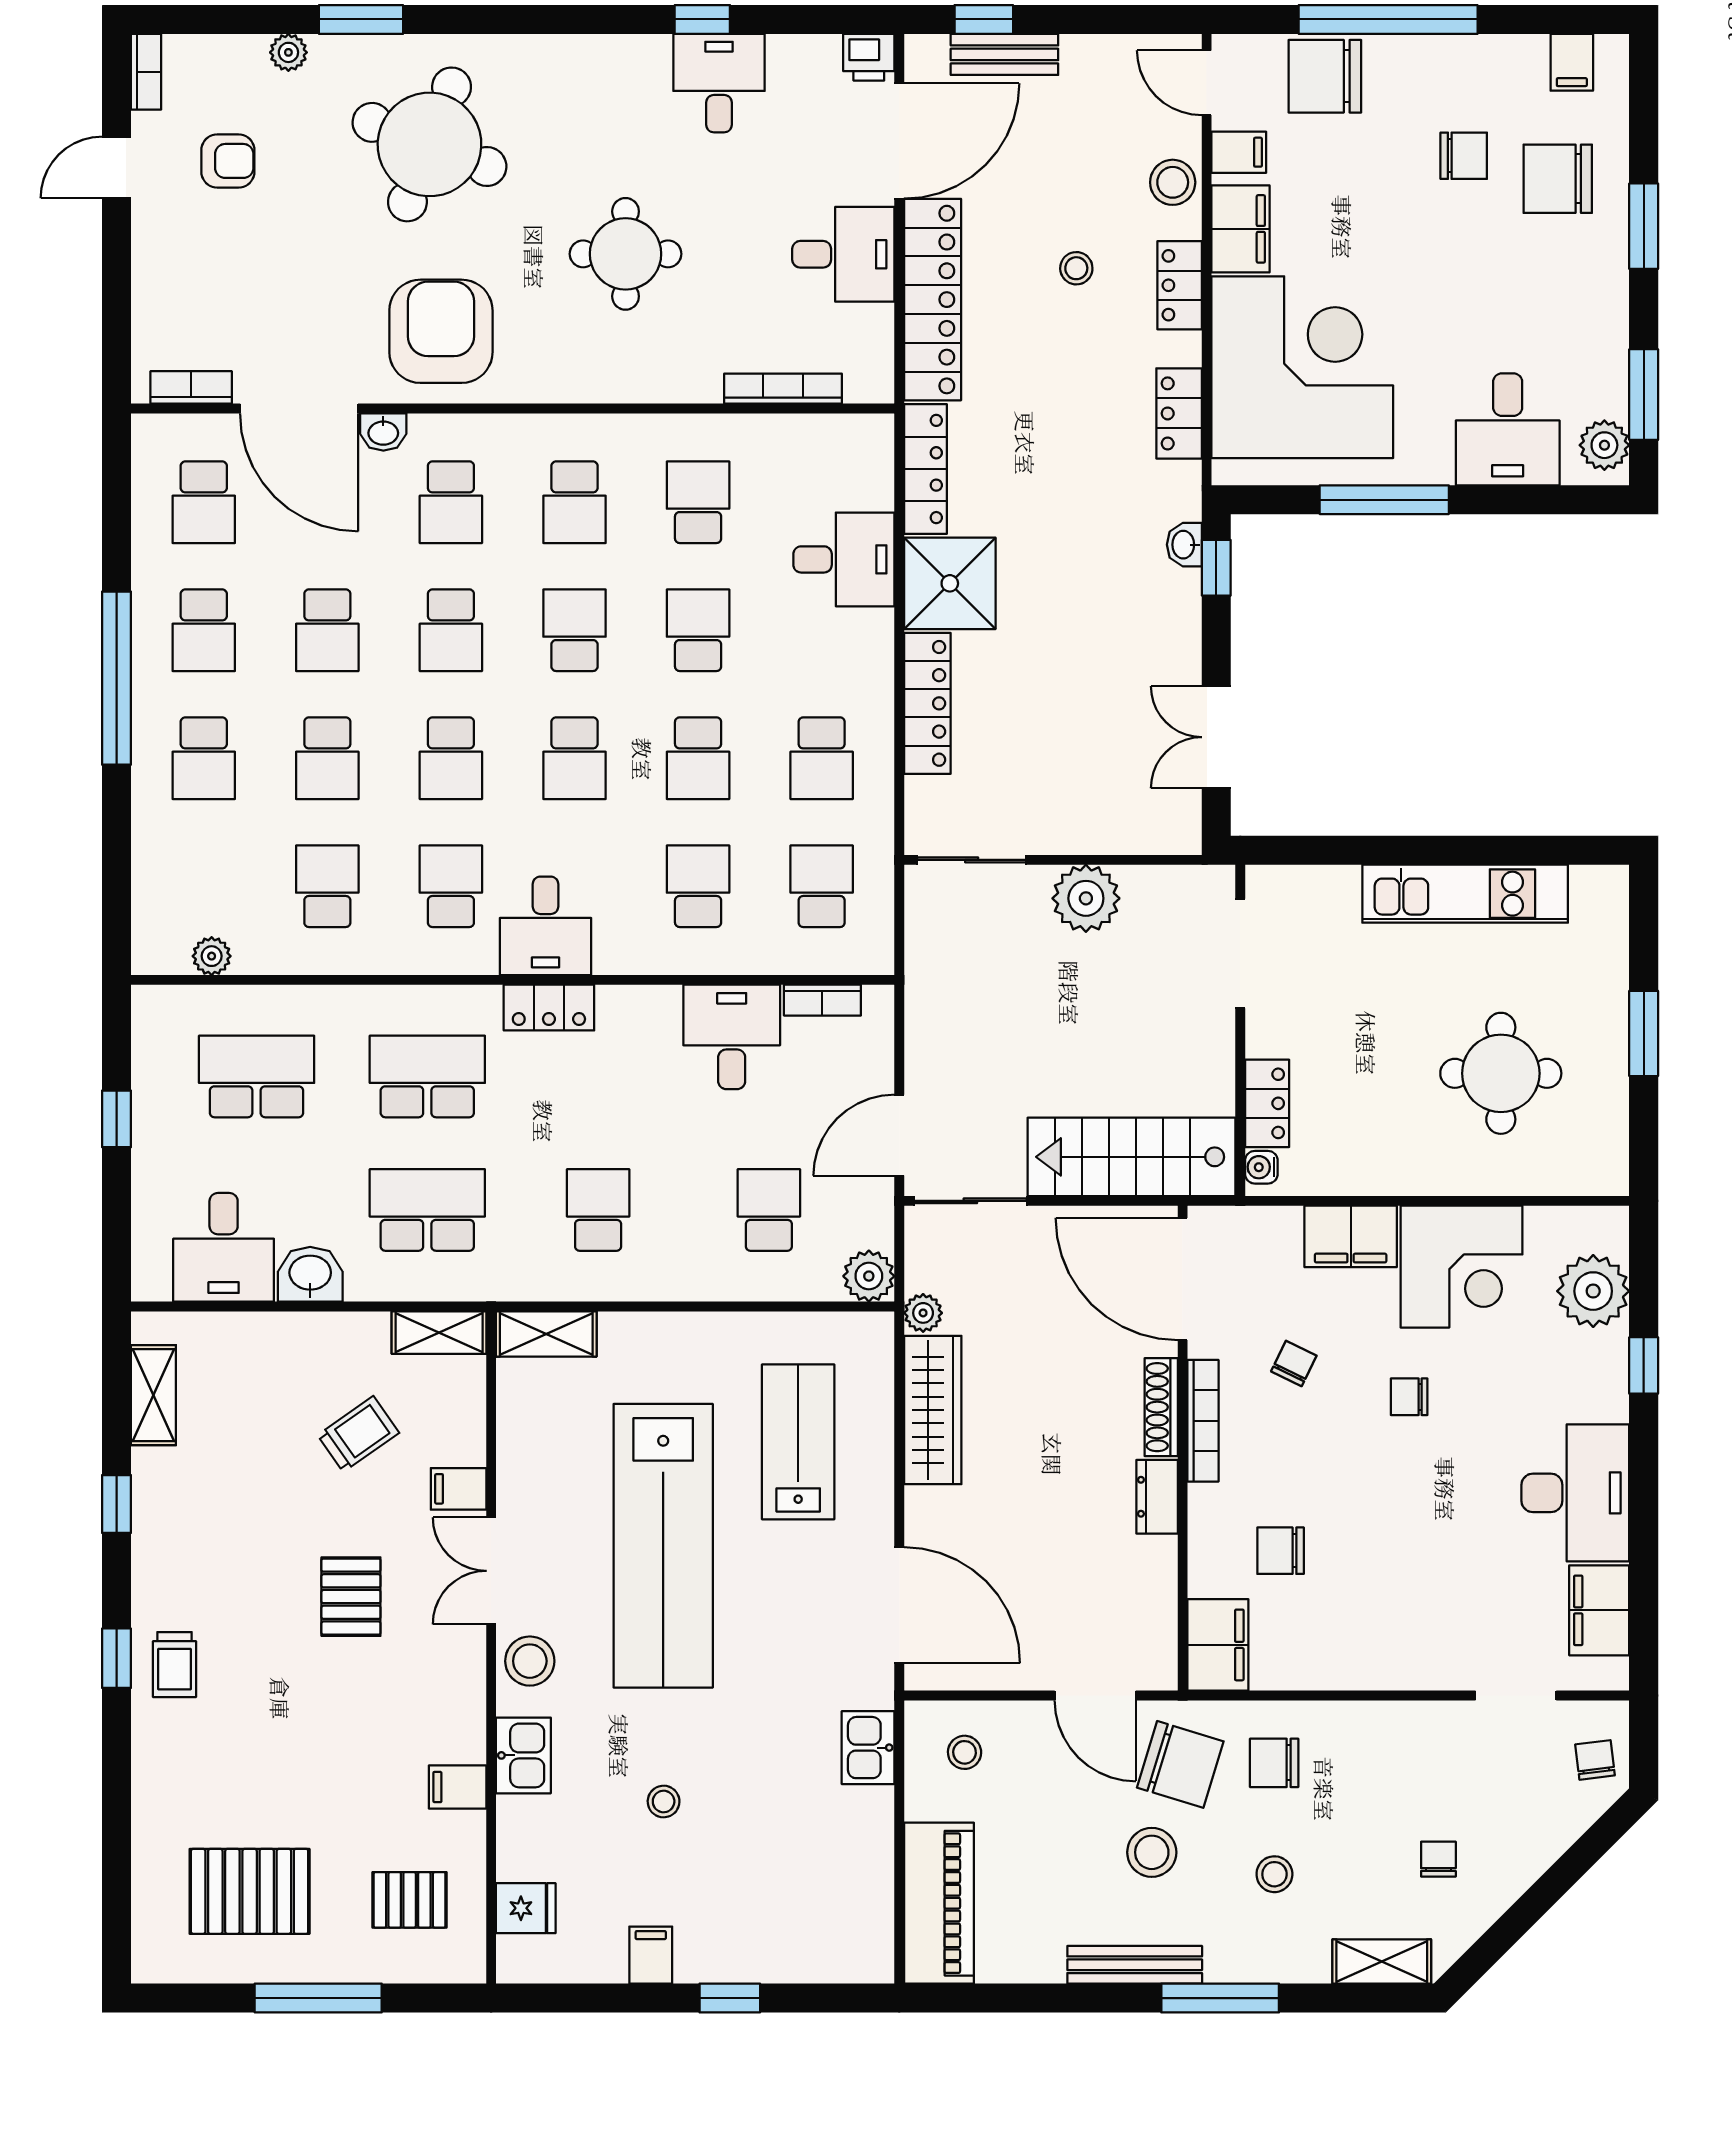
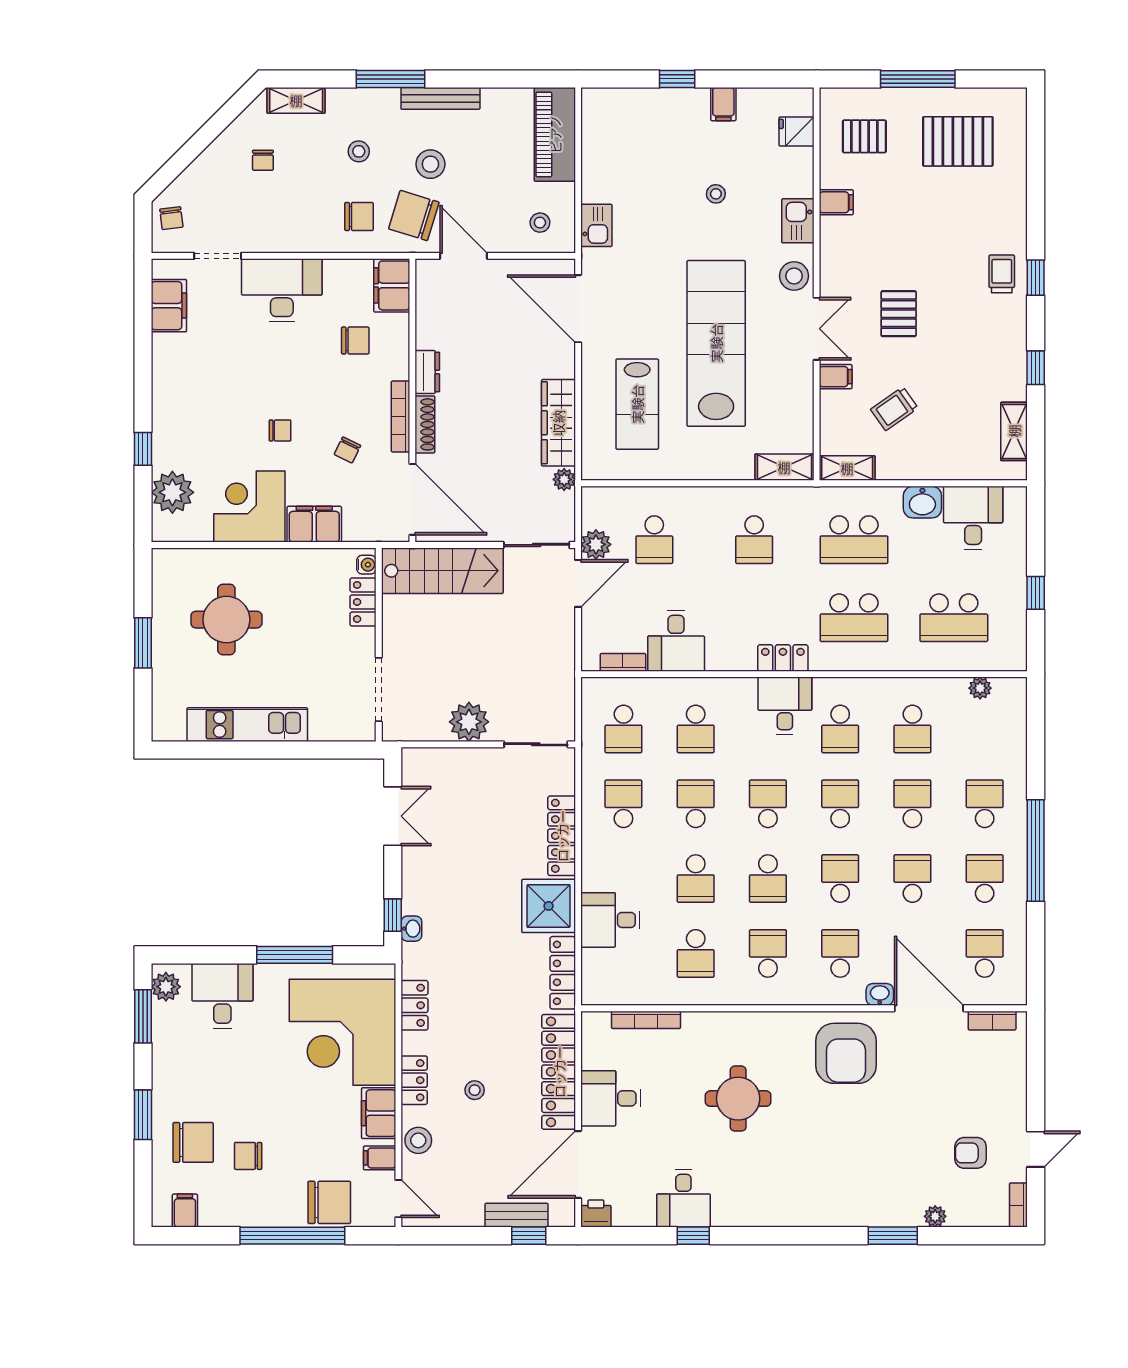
round table: (429, 144) -> (853, 1163), removed
plant: (869, 1276) -> (596, 544), moved
desk: (1575, 1493) -> (282, 290), moved, turned 90

